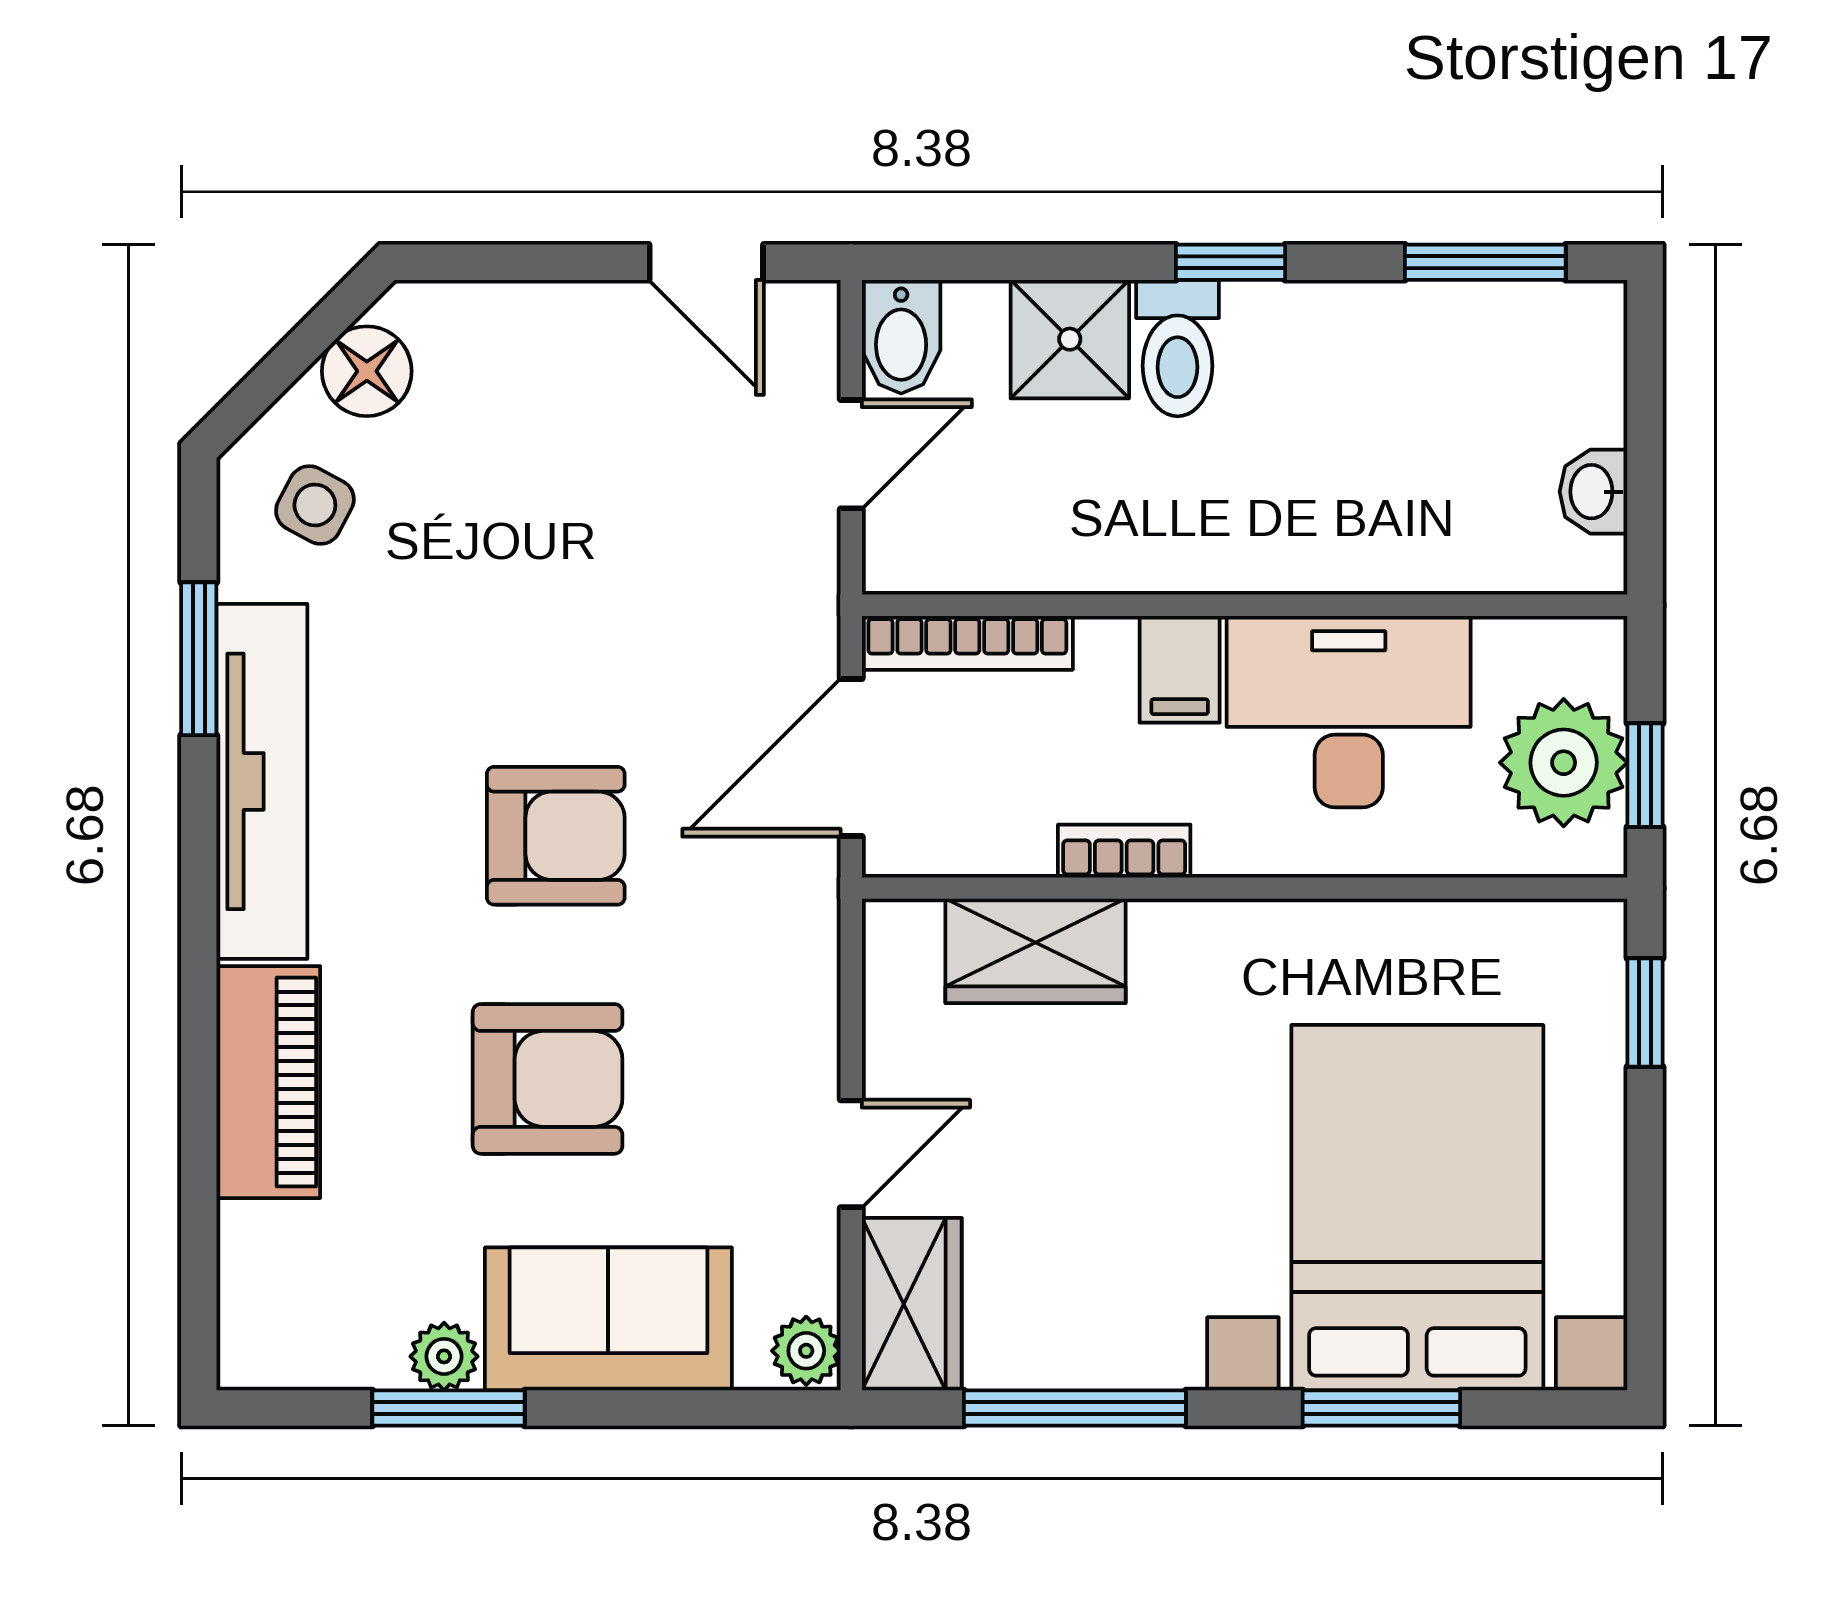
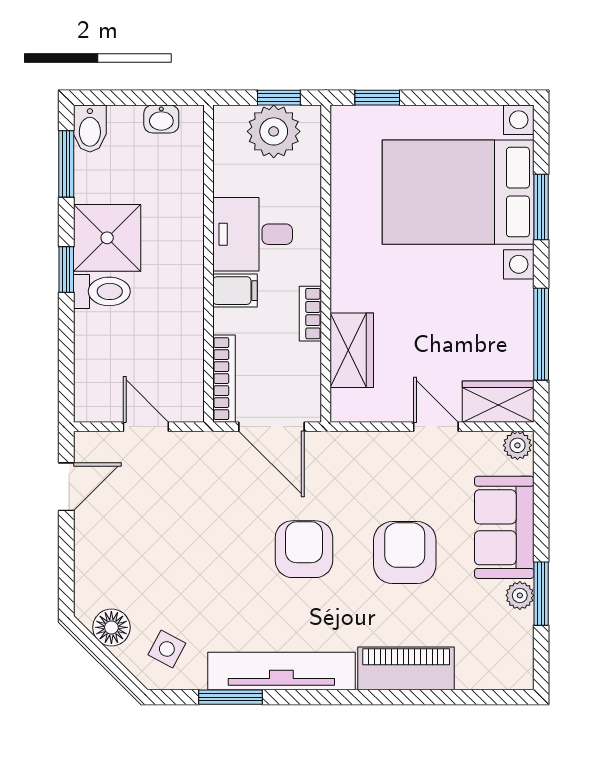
bidet: (901, 337) -> (90, 129), moved, turned 90
shower: (1070, 339) -> (107, 238), moved, width x1.36, depth x1.36
desk: (1349, 712) -> (253, 234), width x0.73

